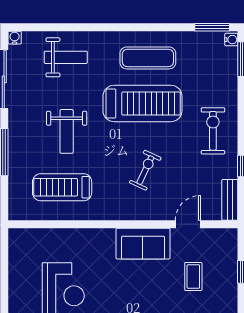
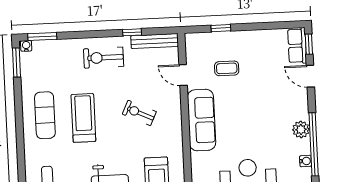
treadmill: (142, 103) -> (83, 118), width x0.73, depth x0.73
bench: (230, 200) -> (155, 41), width x1.36
sofa: (143, 244) -> (201, 120), width x1.36

